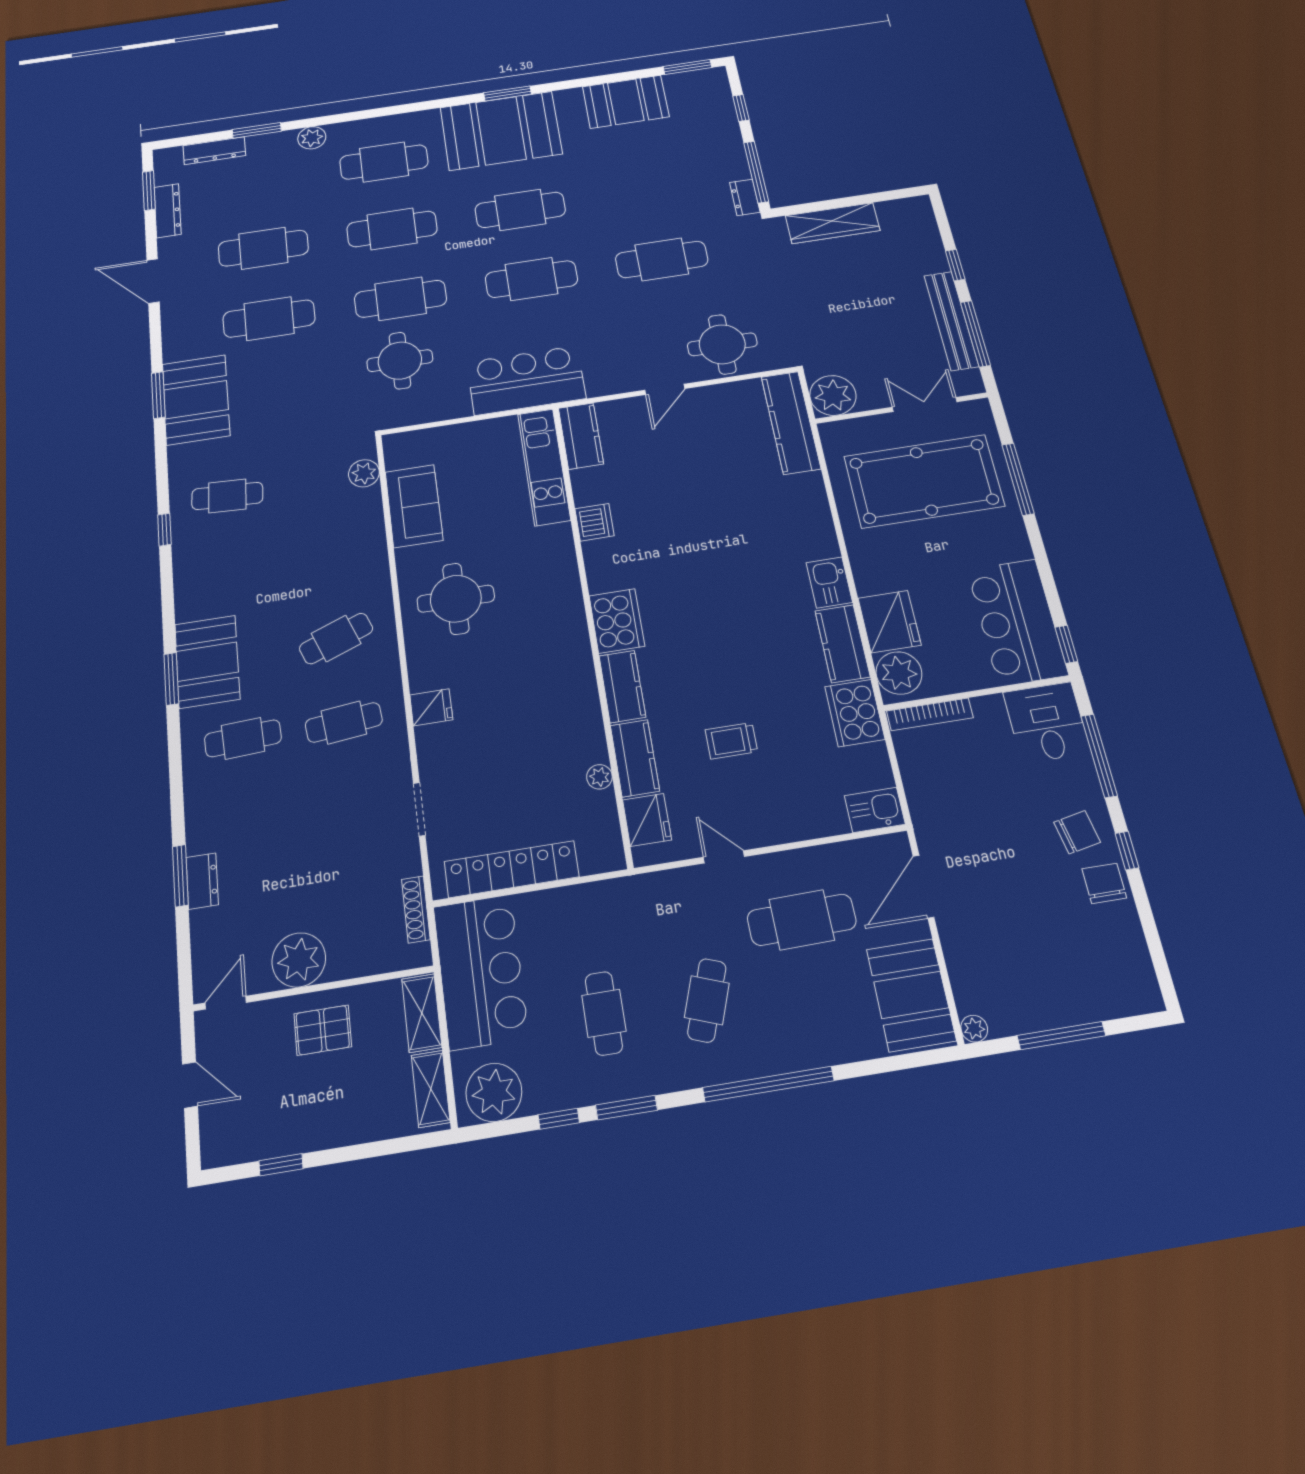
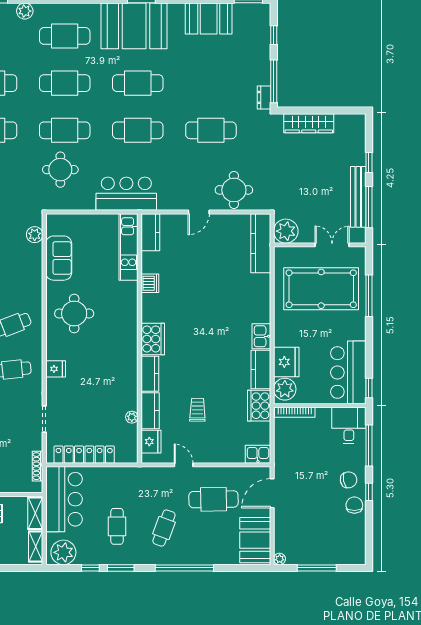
trolley: (731, 741) -> (197, 410), turned 91

